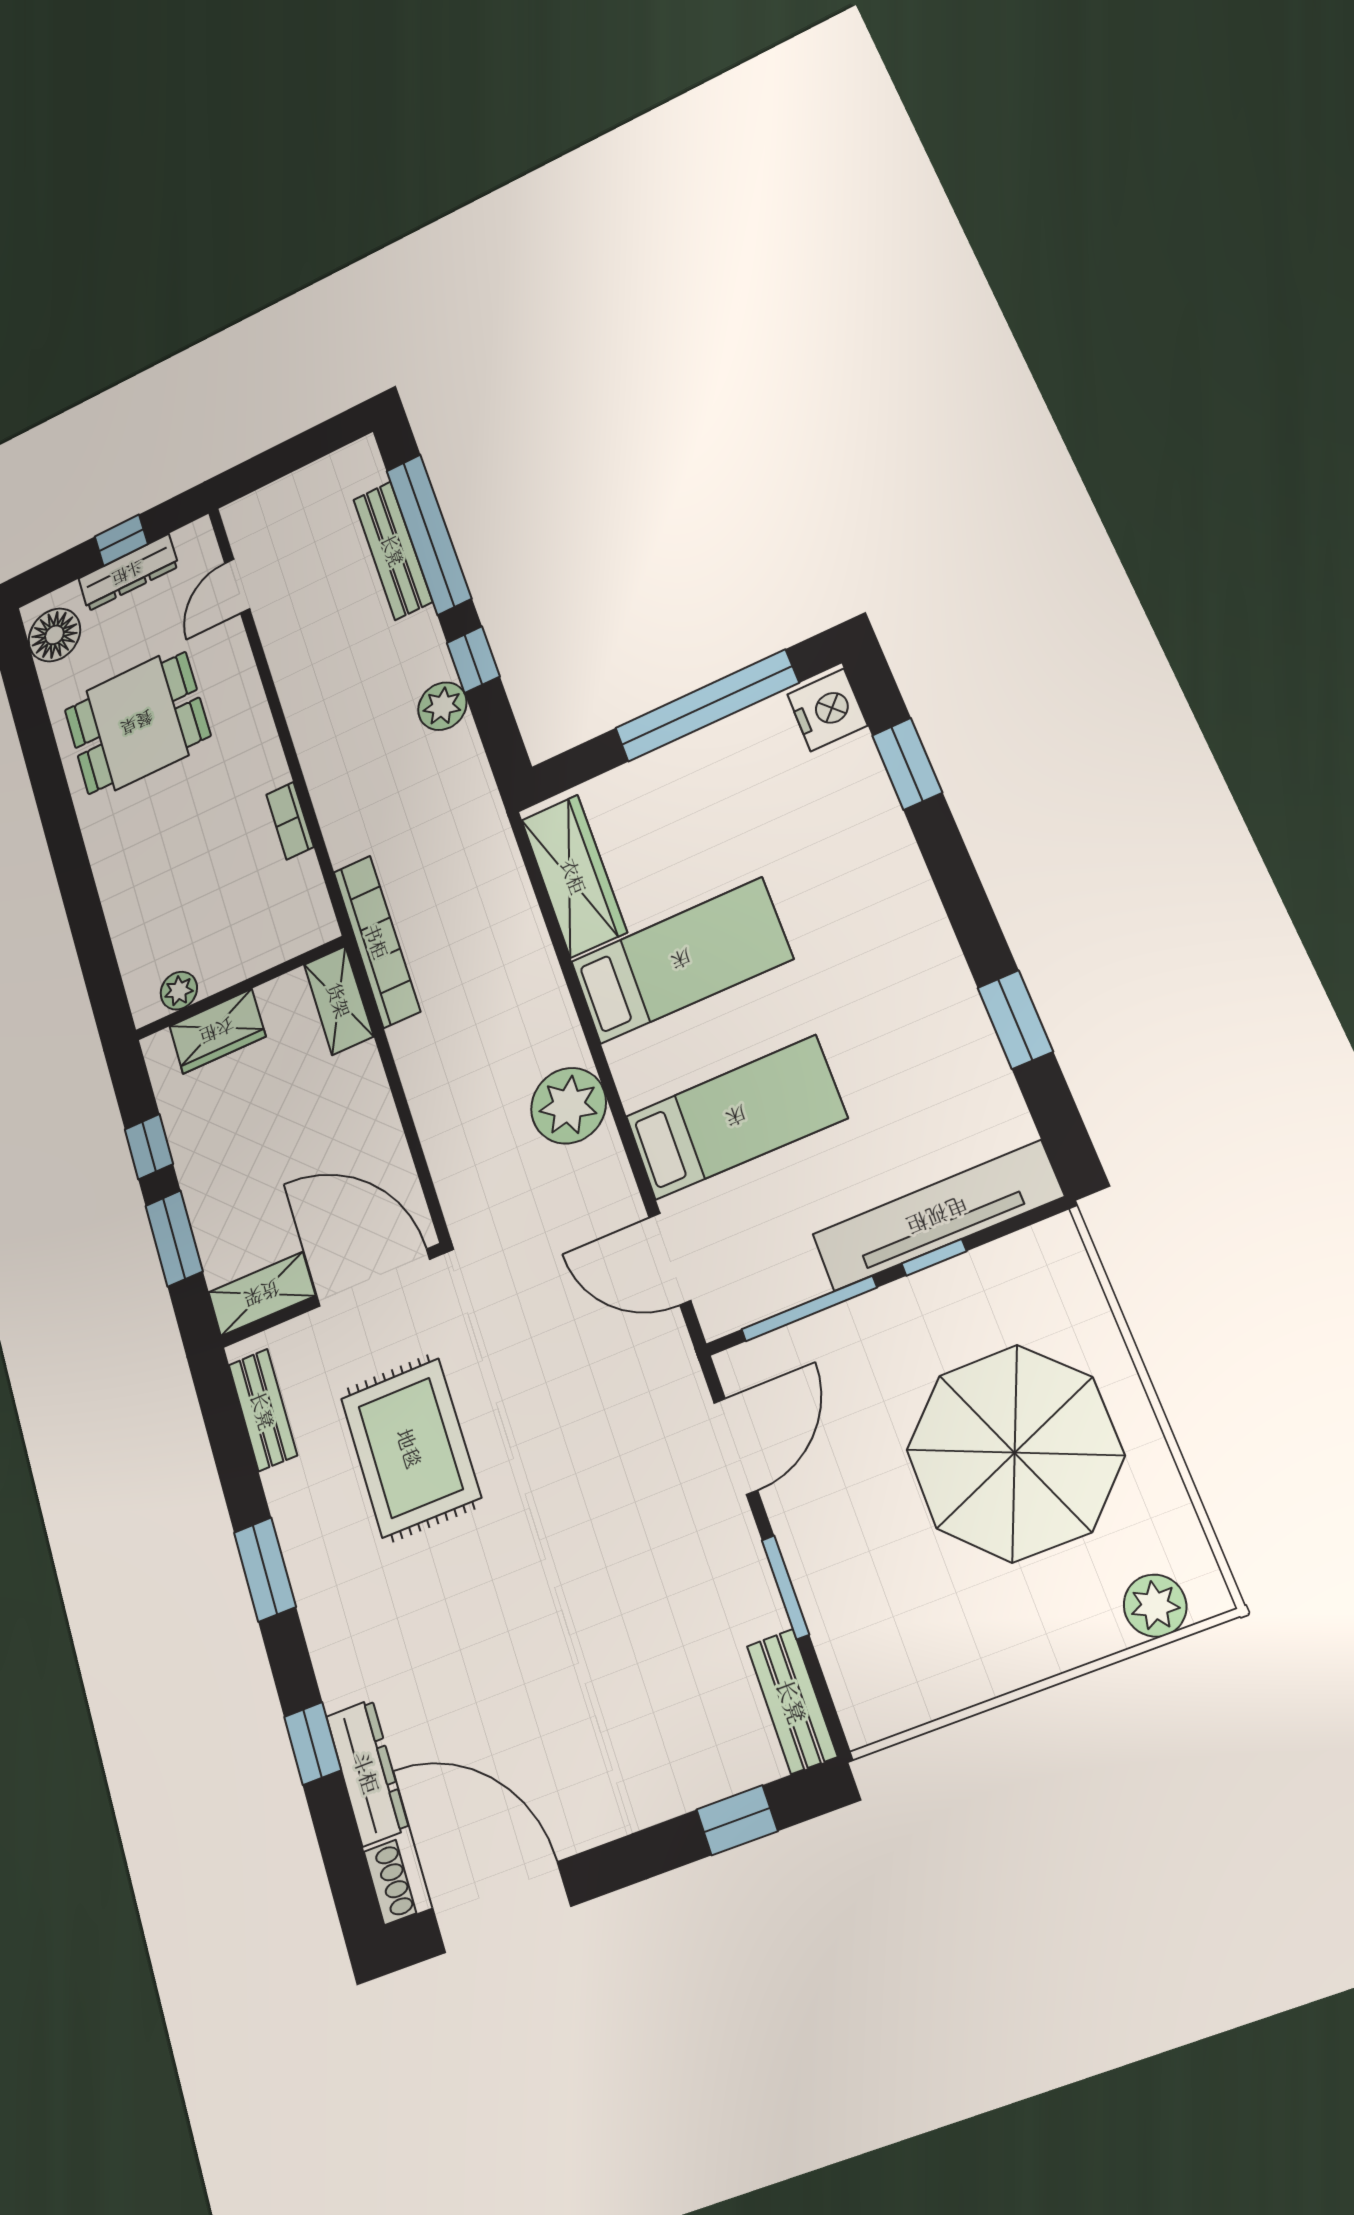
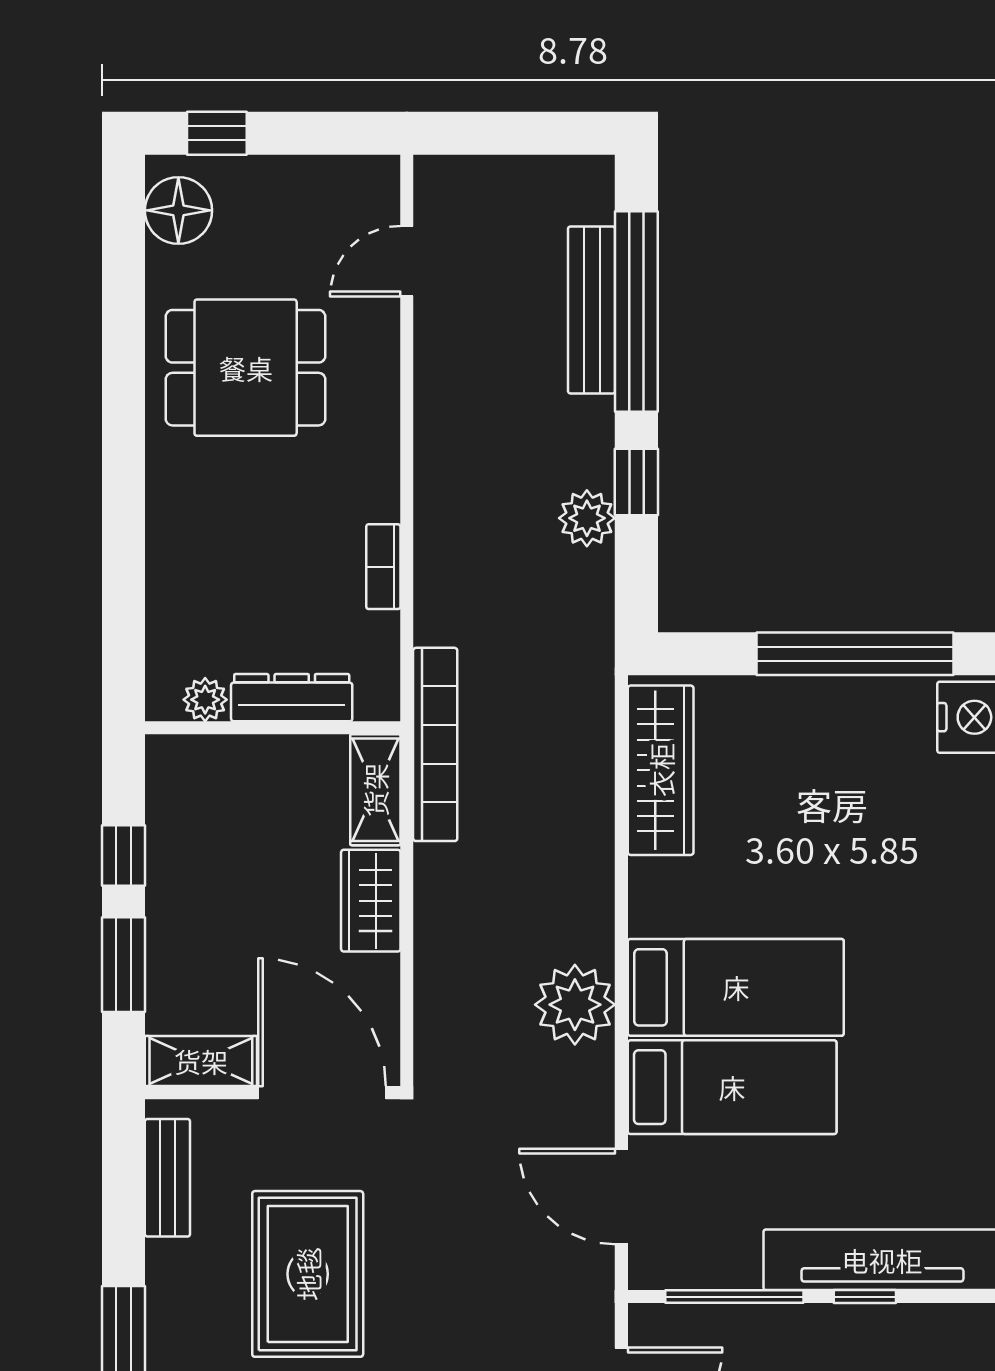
window: (121, 540) -> (217, 133), moved
dresser: (128, 573) -> (292, 698), moved, turned 180
bed: (681, 960) -> (736, 987), moved
wardrobe: (217, 1031) -> (371, 901), moved, turned 90

